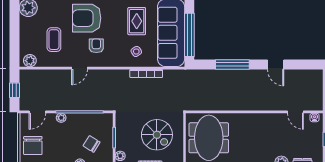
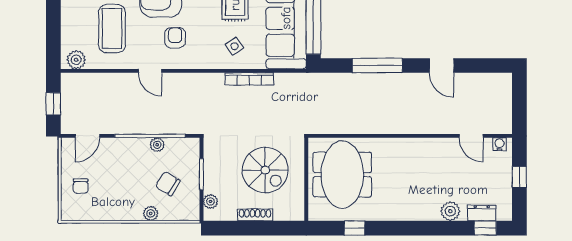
coffee table: (54, 40) -> (112, 29), width x1.36, depth x1.32
door: (79, 68) -> (150, 71), hinge flipped
plant: (61, 118) -> (157, 145), moved
chair: (33, 146) -> (81, 186), width x0.54, depth x0.54

